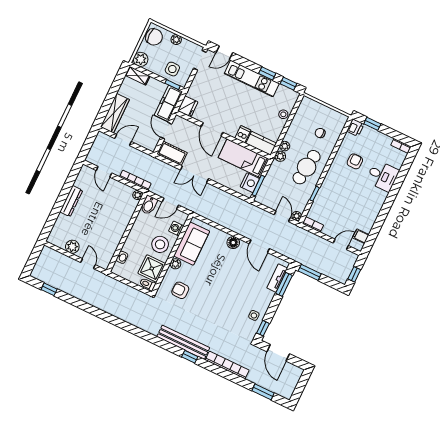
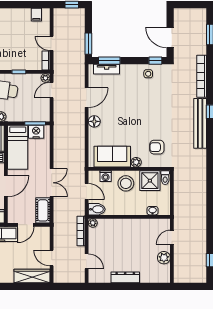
door: (104, 172) -> (87, 261), hinge flipped
door: (341, 244) -> (52, 43), moved
armchair: (180, 290) -> (157, 147), turned 89
door: (278, 353) -> (170, 38), swing flipped

